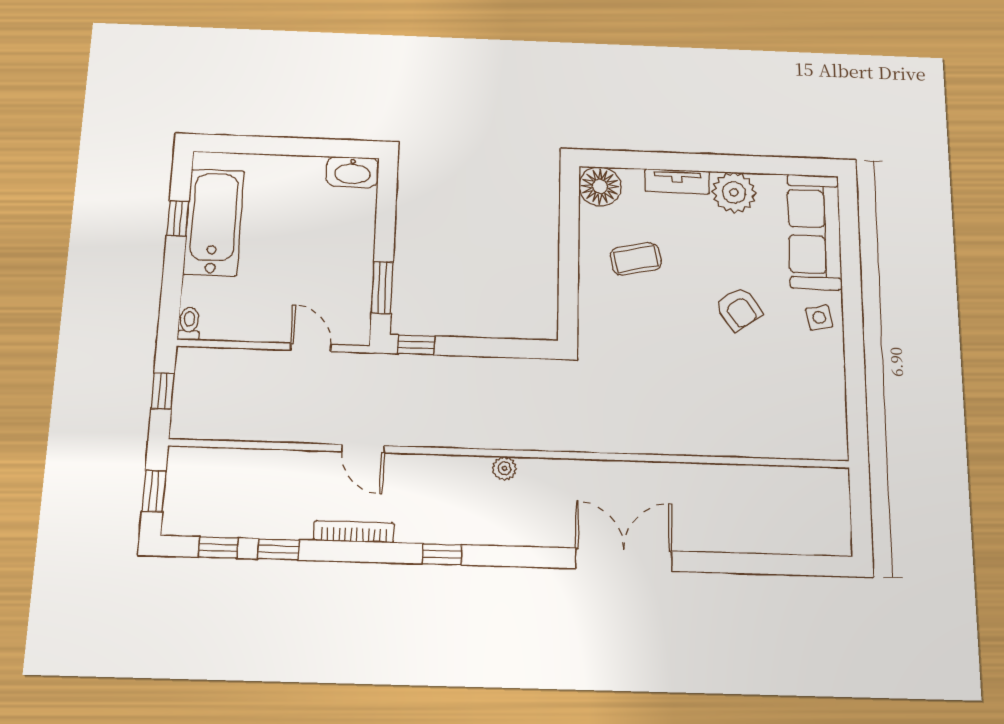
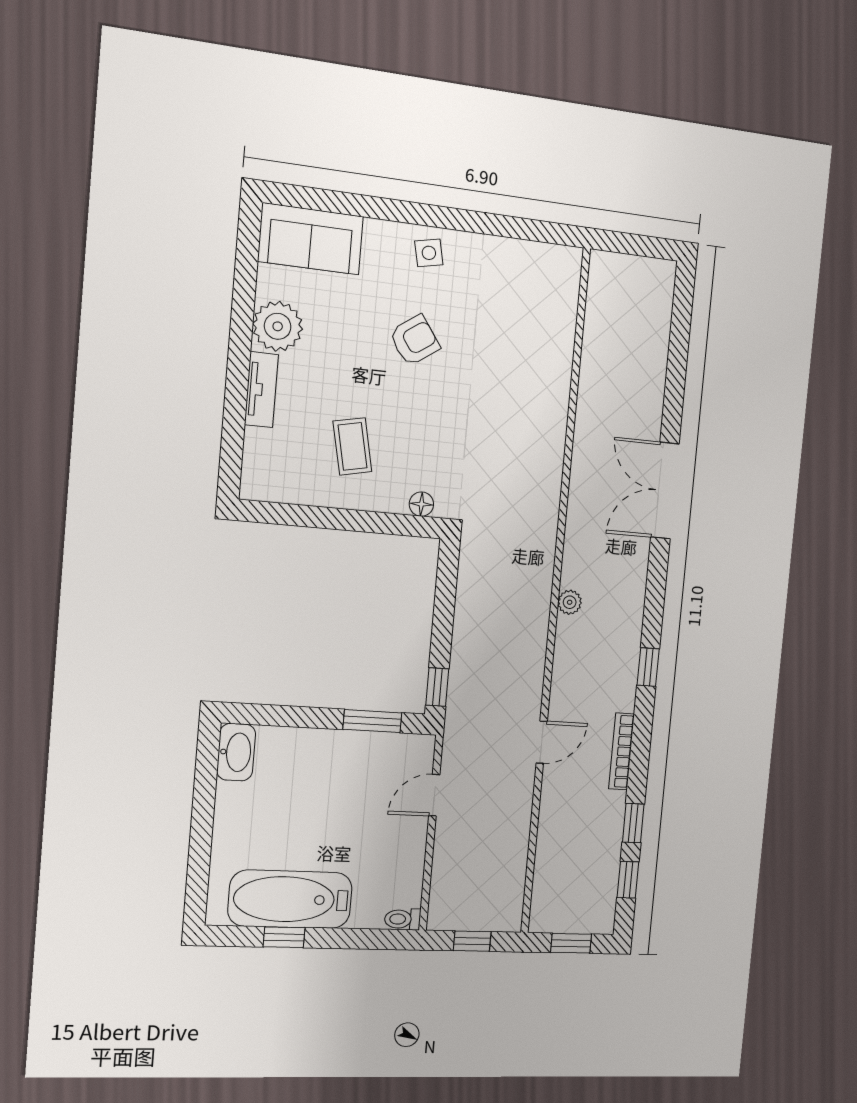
floor lamp: (600, 186) -> (421, 504), moved, width x0.53, depth x0.53
sofa: (814, 232) -> (311, 239), width x0.73

